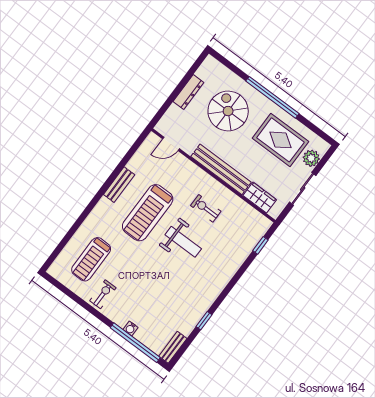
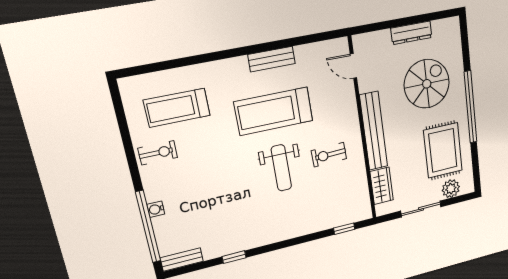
exercise bike: (206, 208) -> (329, 155), turned -92

